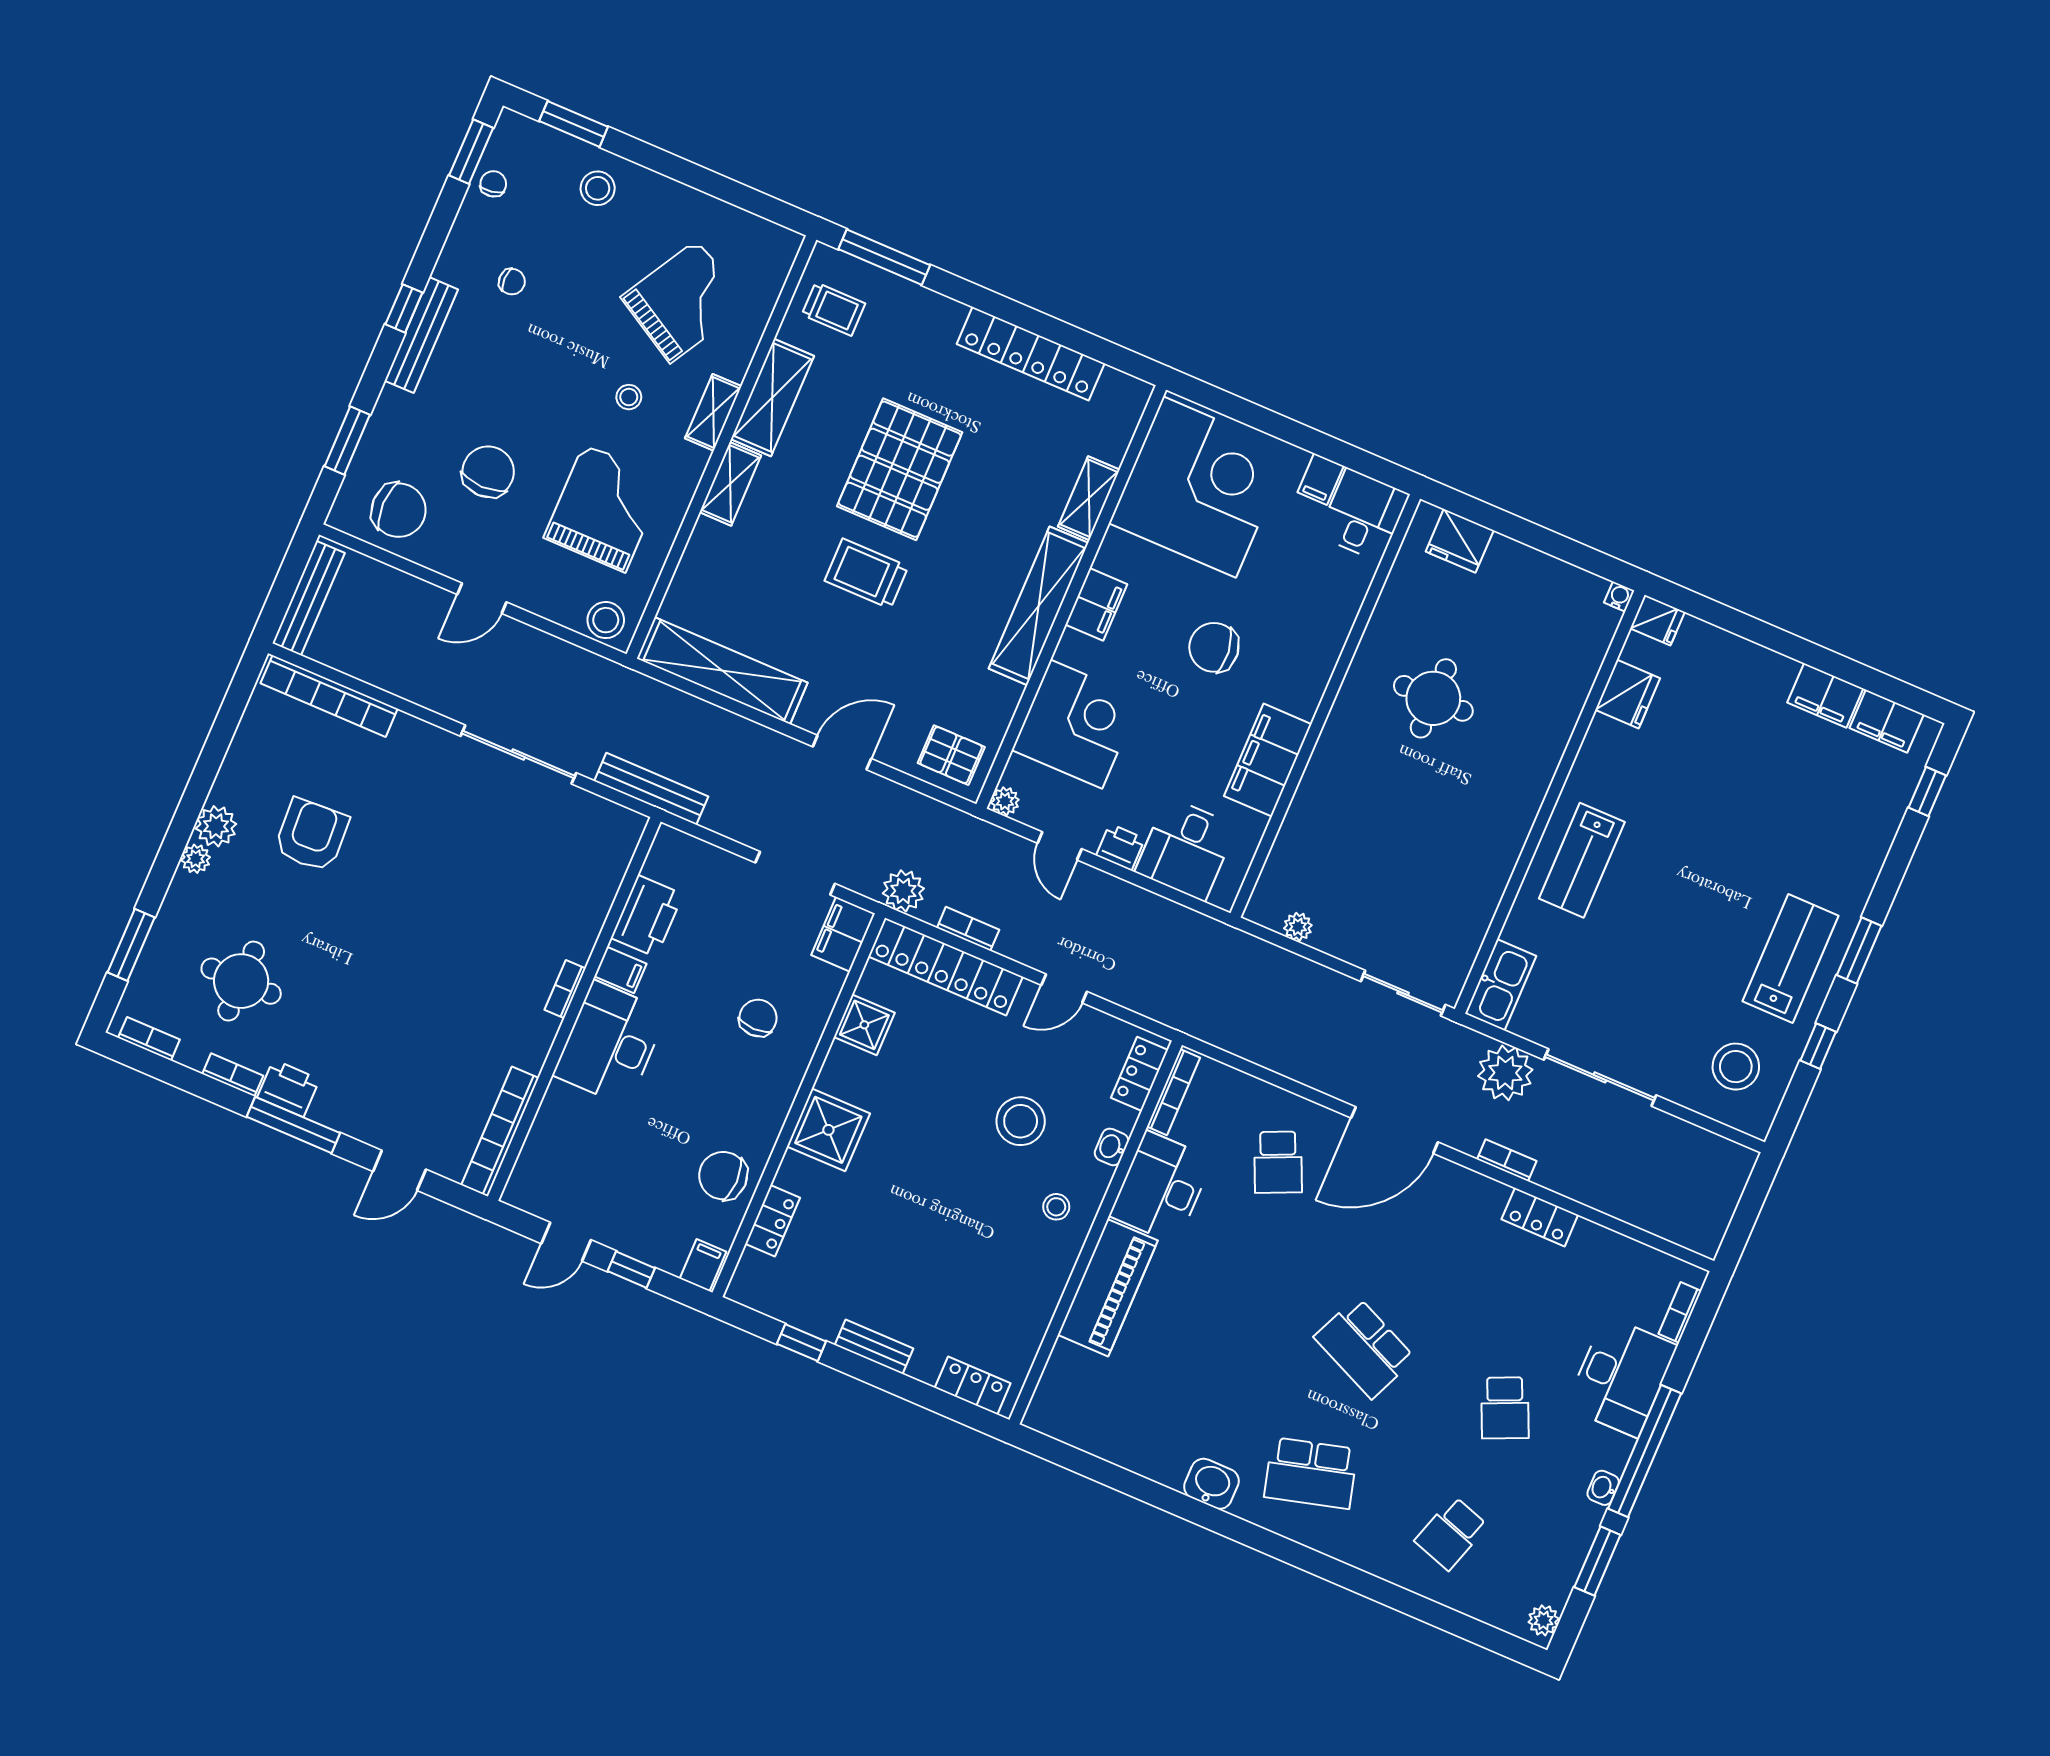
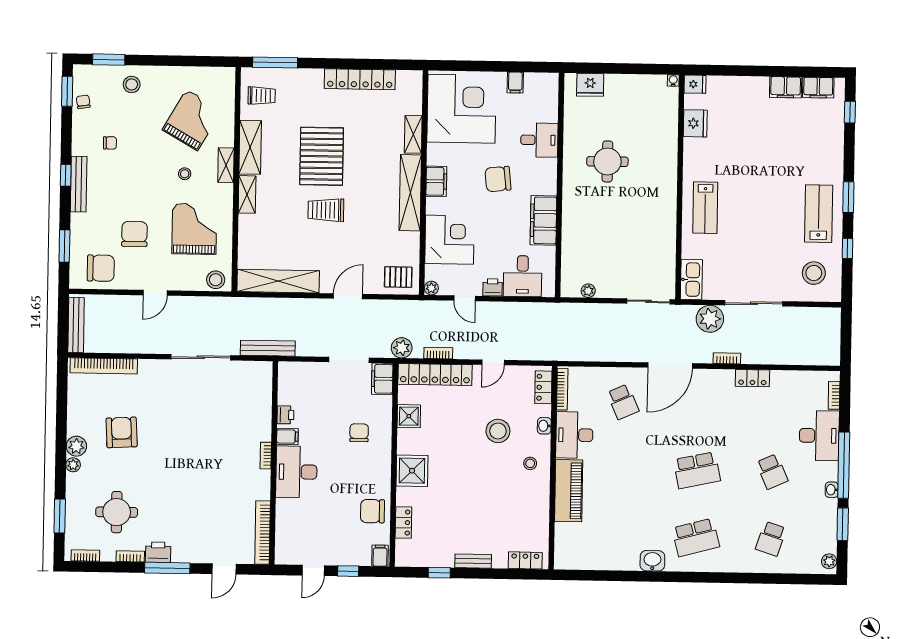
desk: (1364, 515) -> (539, 140), moved, turned 90
printer: (647, 916) -> (285, 415), width x0.53, depth x0.68
school desk: (1365, 1348) -> (697, 470), turned -36

